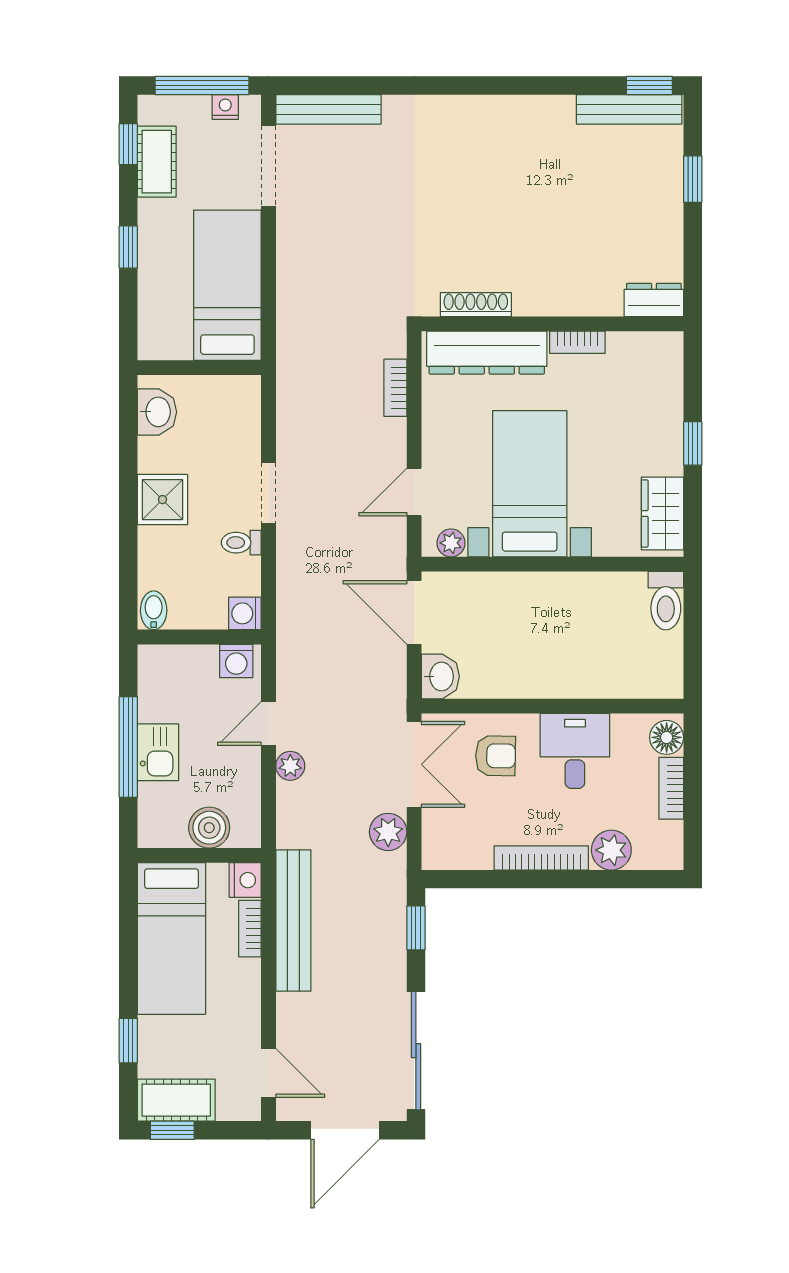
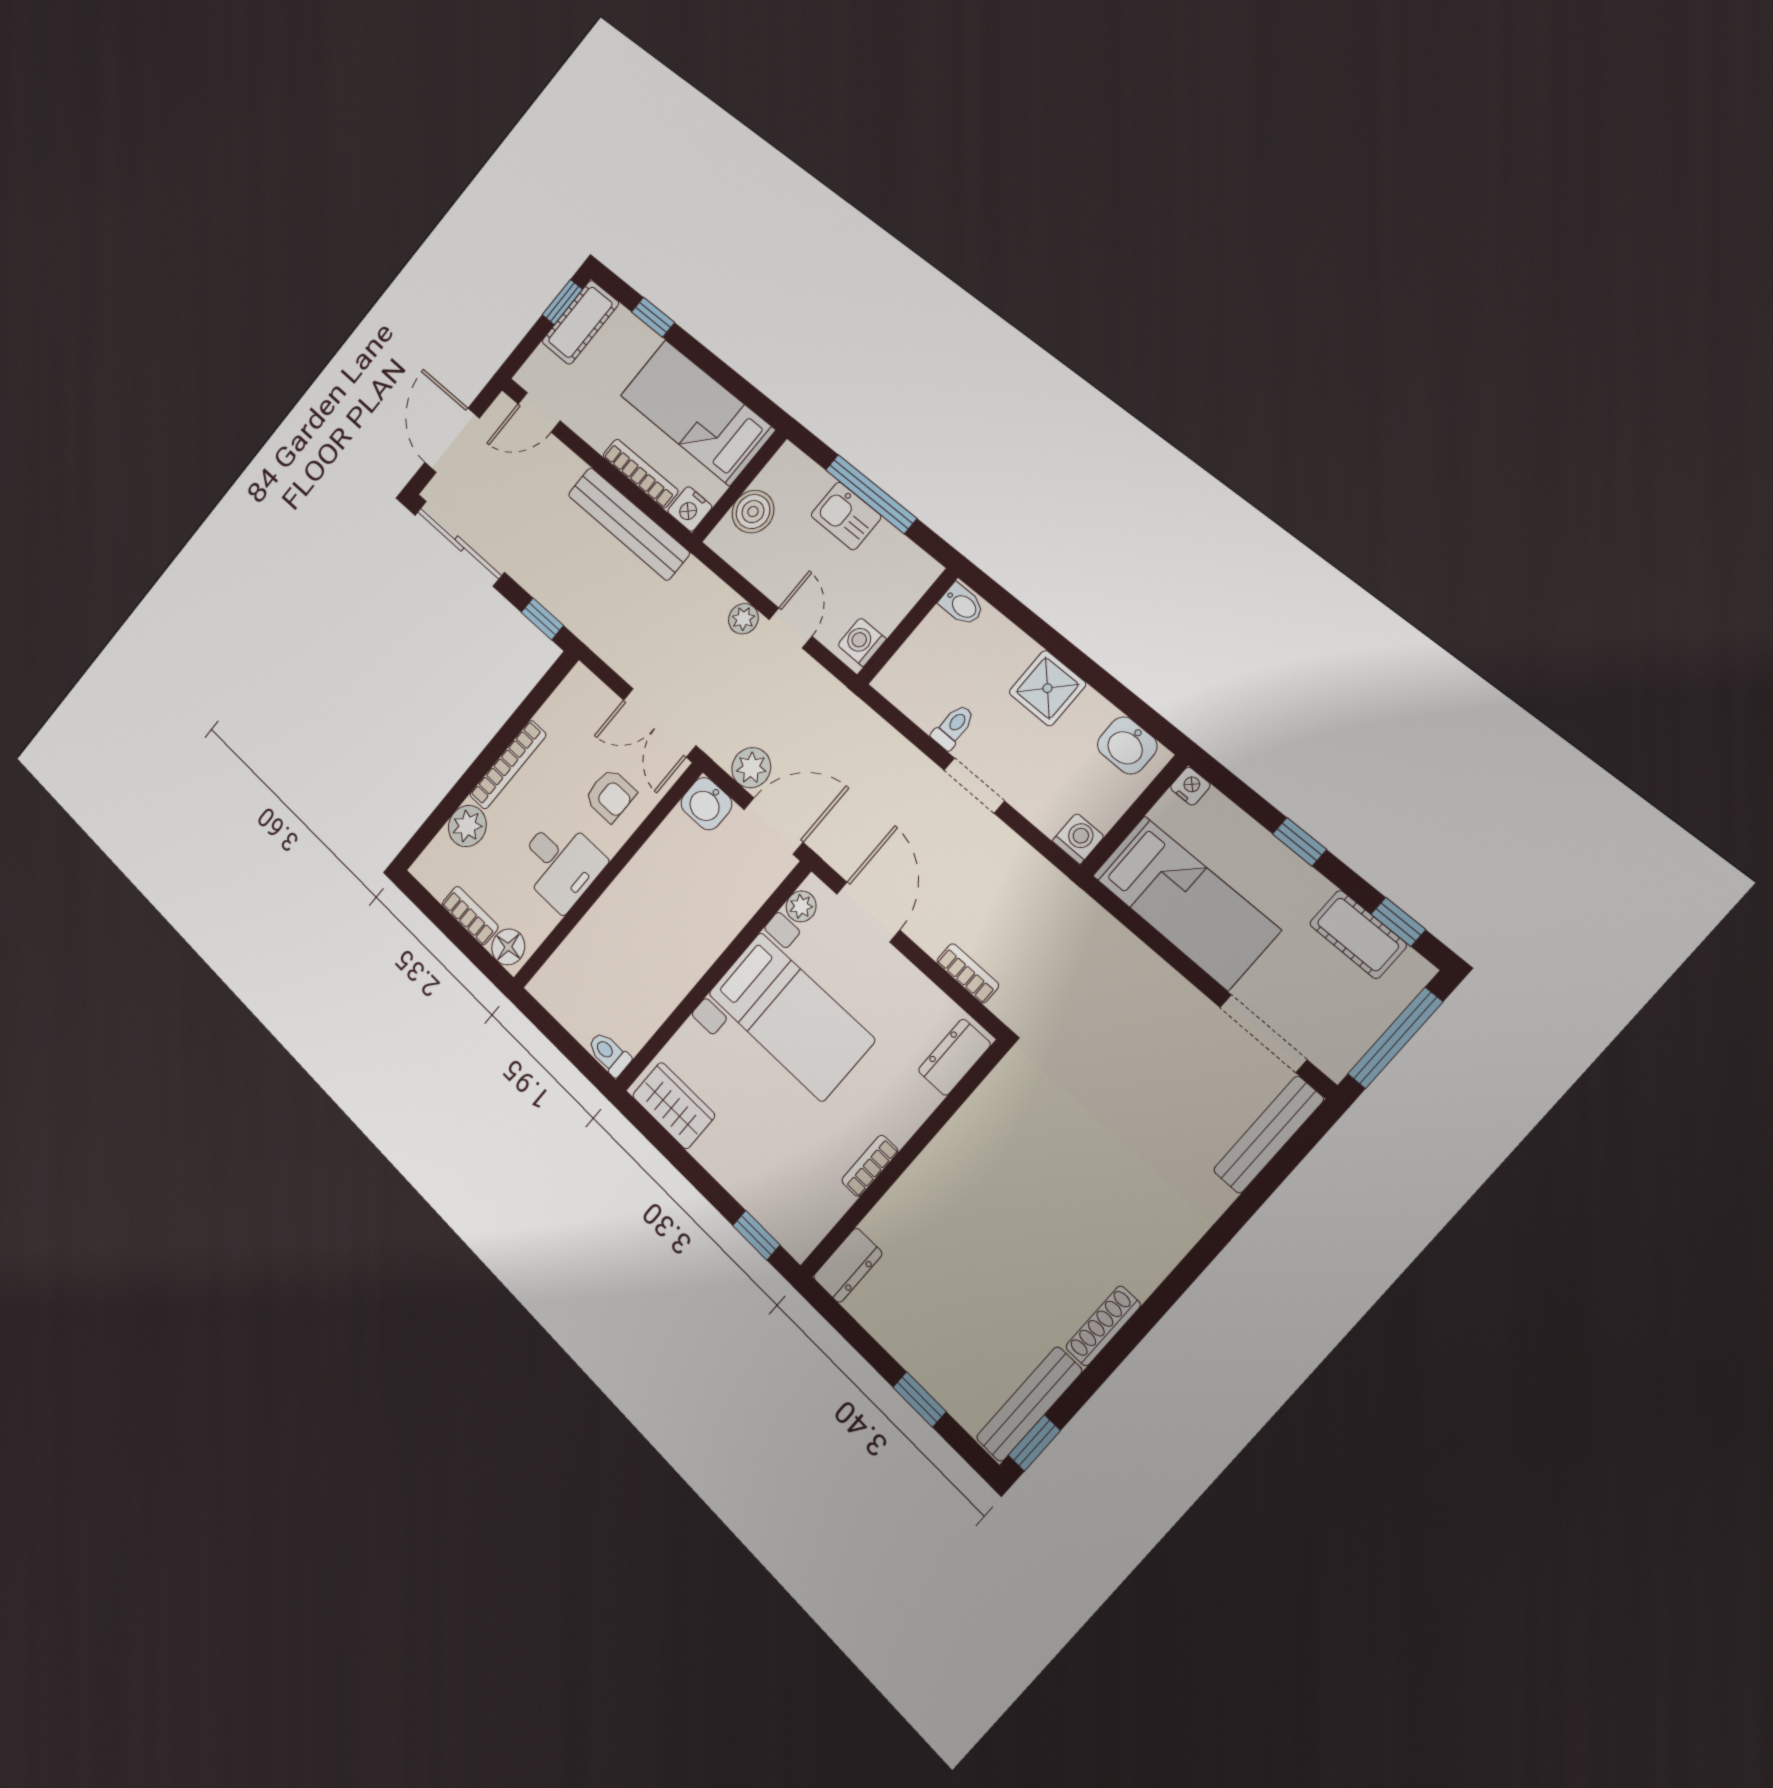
nightstand: (225, 107) -> (1190, 786), moved, turned -90
shoe rack: (476, 305) -> (1103, 1326), moved, turned 180
dresser: (487, 353) -> (954, 1057), width x0.51, depth x0.80
window: (693, 443) -> (756, 1235), moved
door: (414, 492) -> (868, 912), width x1.38
toilet: (666, 601) -> (609, 1054), width x0.73, depth x0.72
washing machine: (245, 613) -> (1078, 839), moved
armchair: (496, 756) -> (610, 795), turned -91
plant: (388, 832) -> (751, 768), moved
bookcase: (250, 929) -> (640, 473), width x1.56

